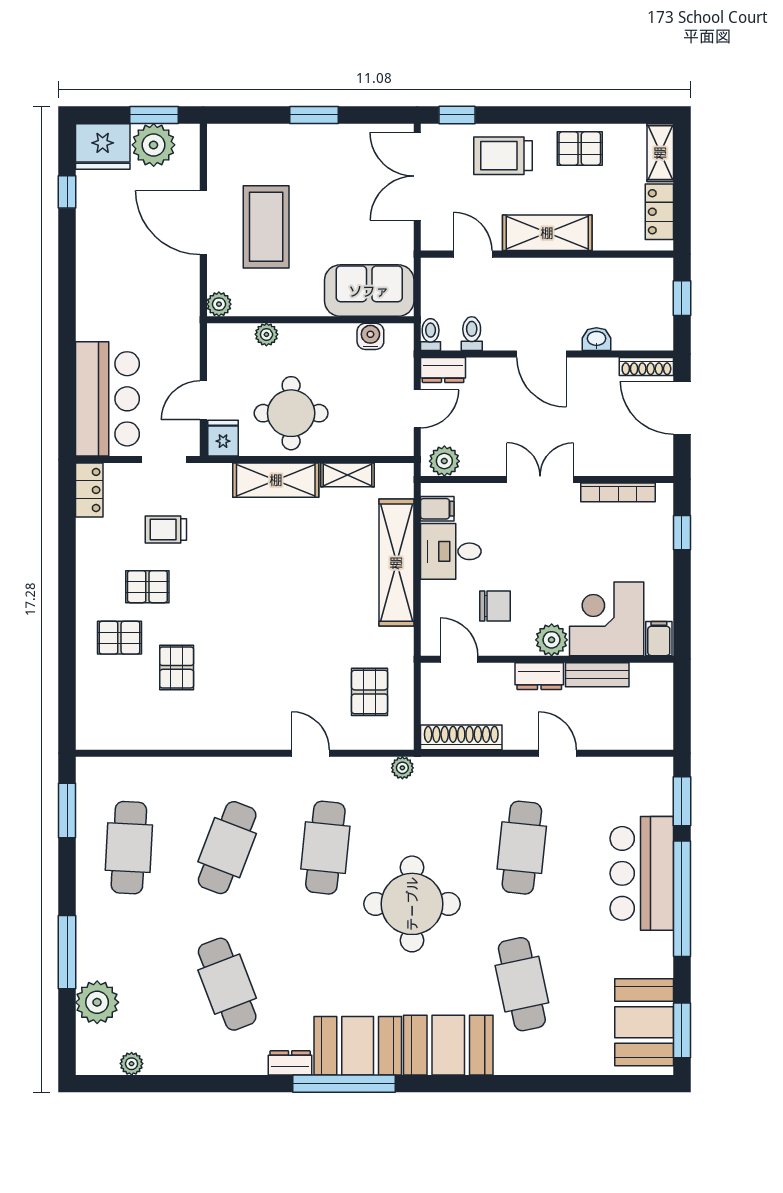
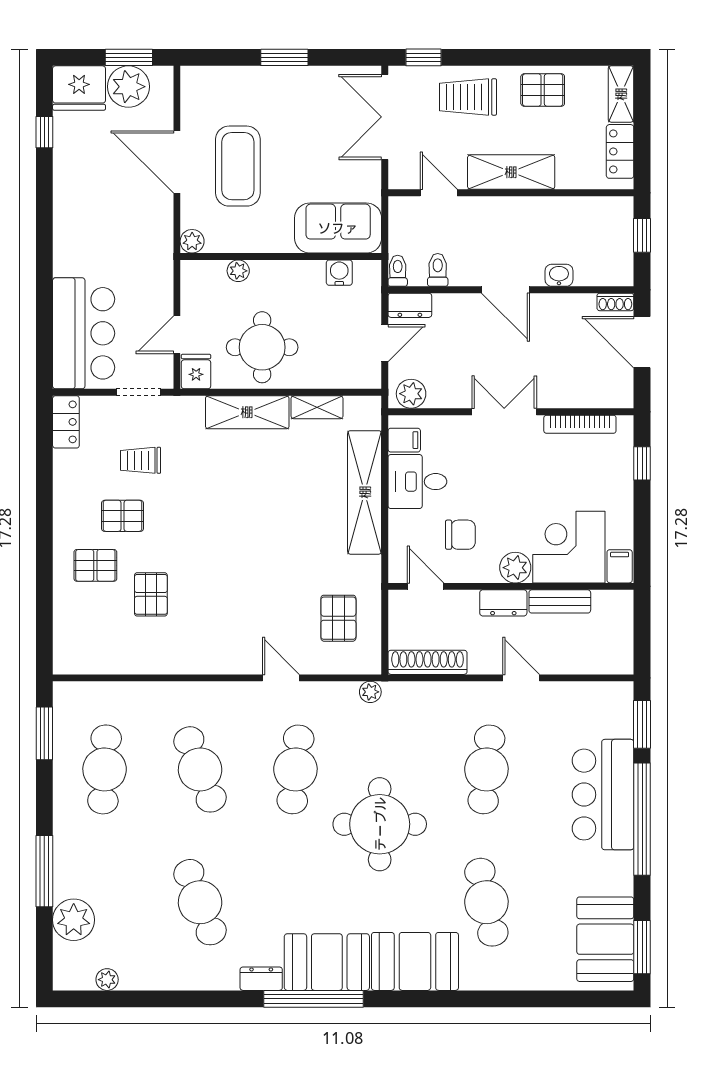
shoe rack: (646, 367) -> (615, 302), width x0.70
cafe table: (227, 848) -> (200, 769), turned -42

